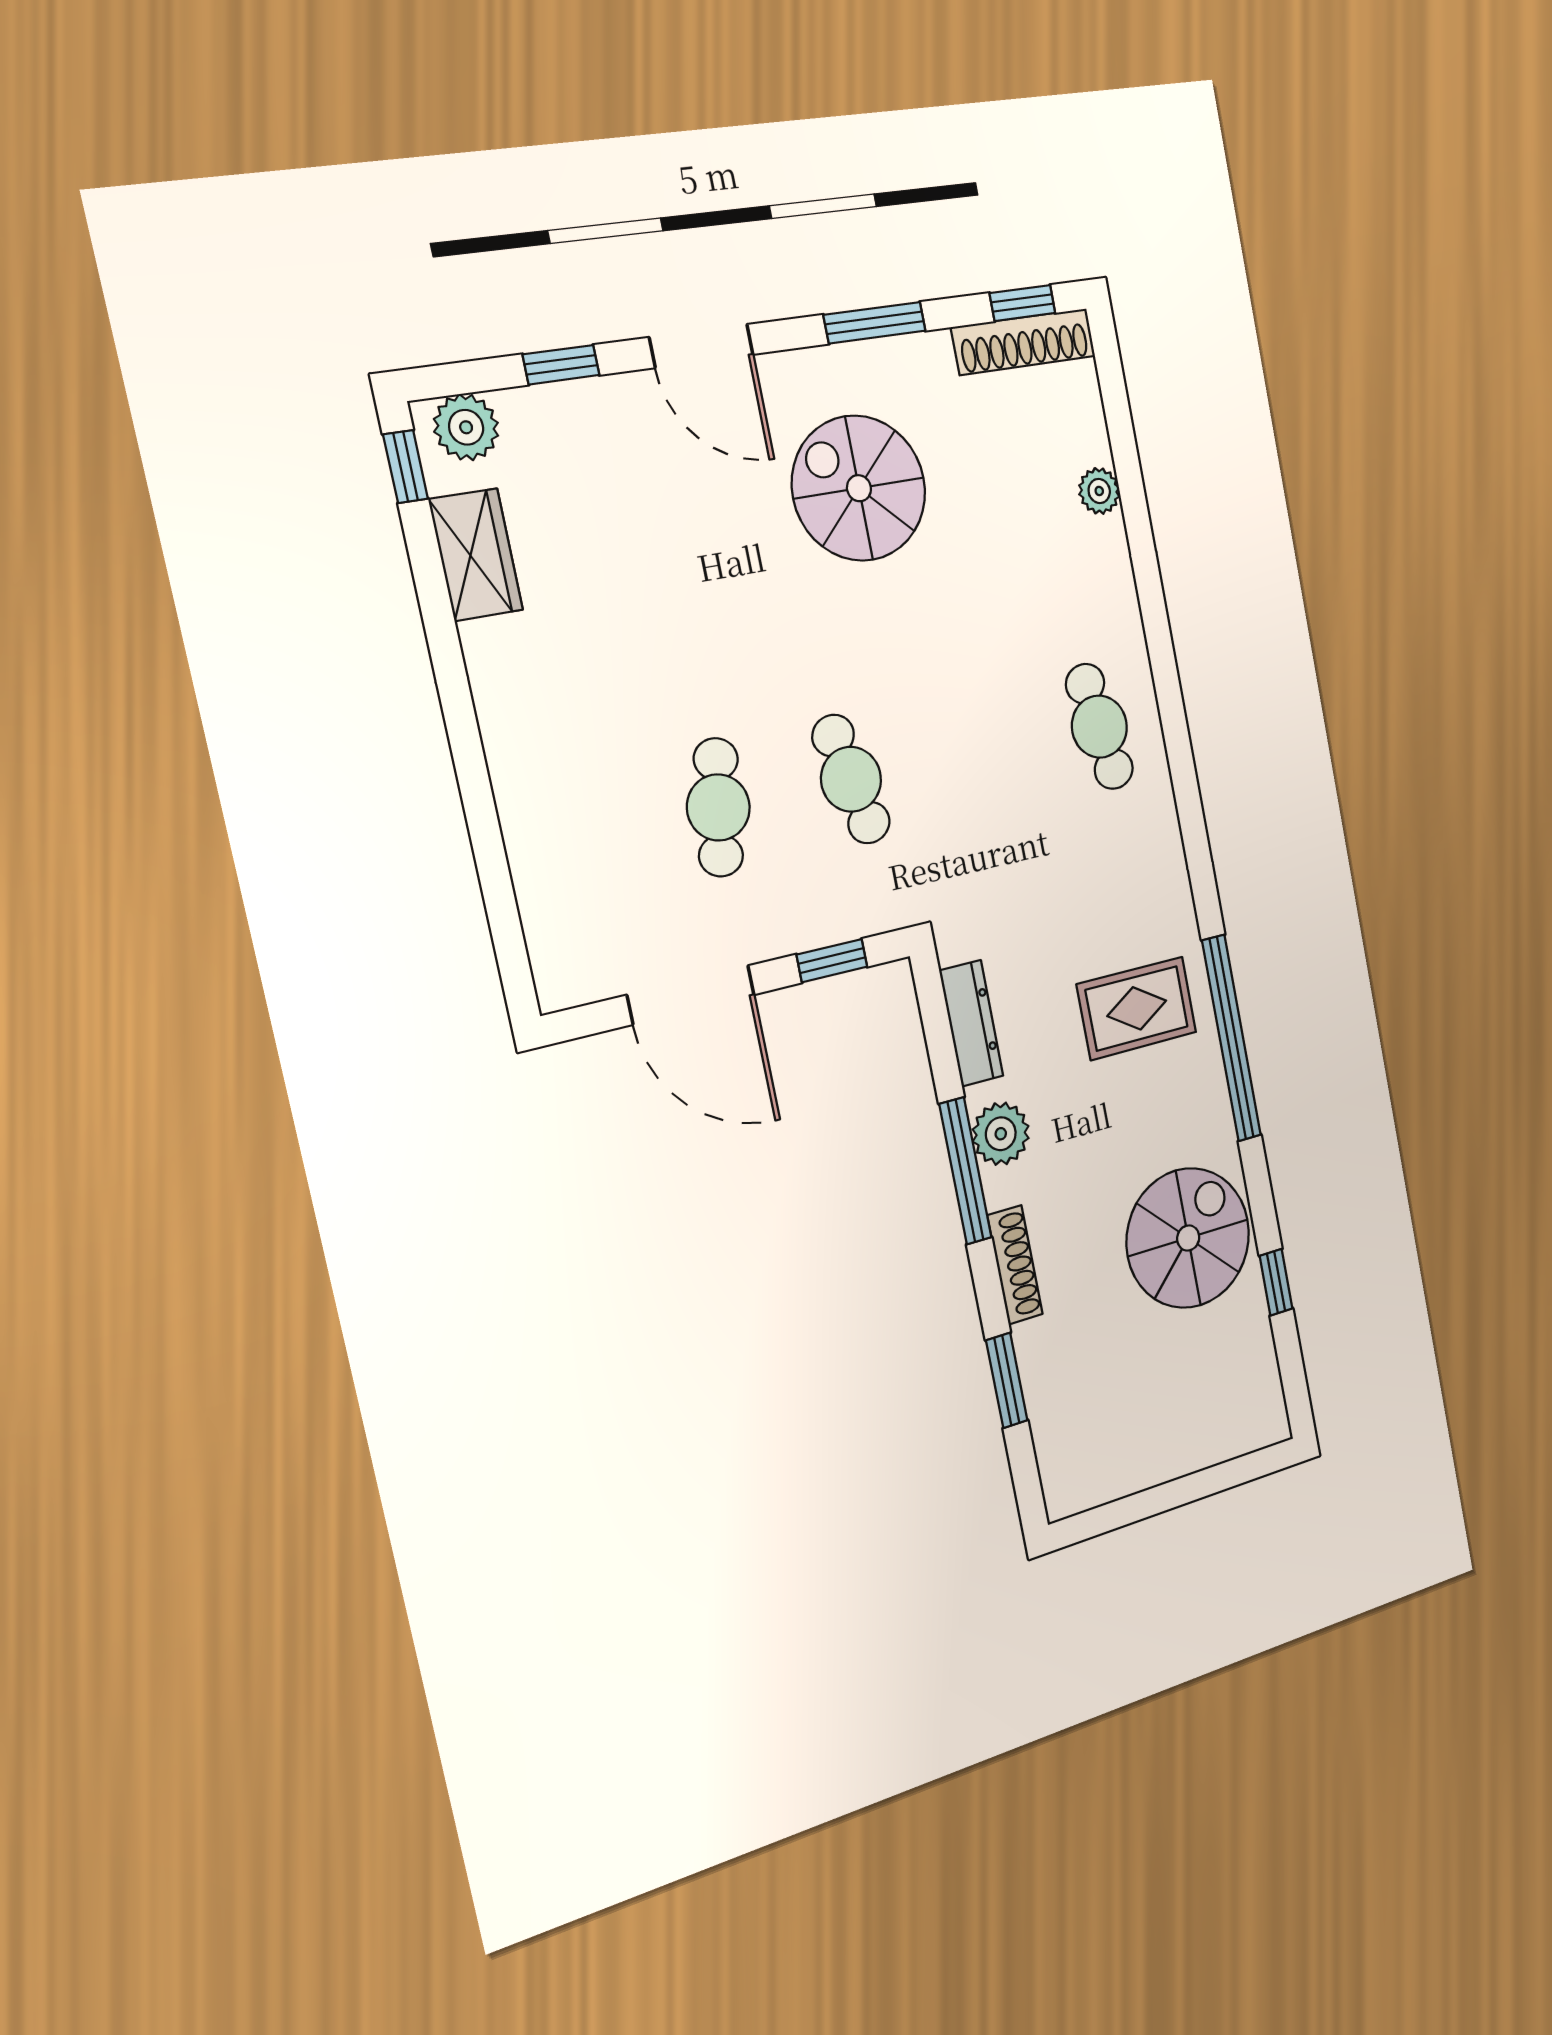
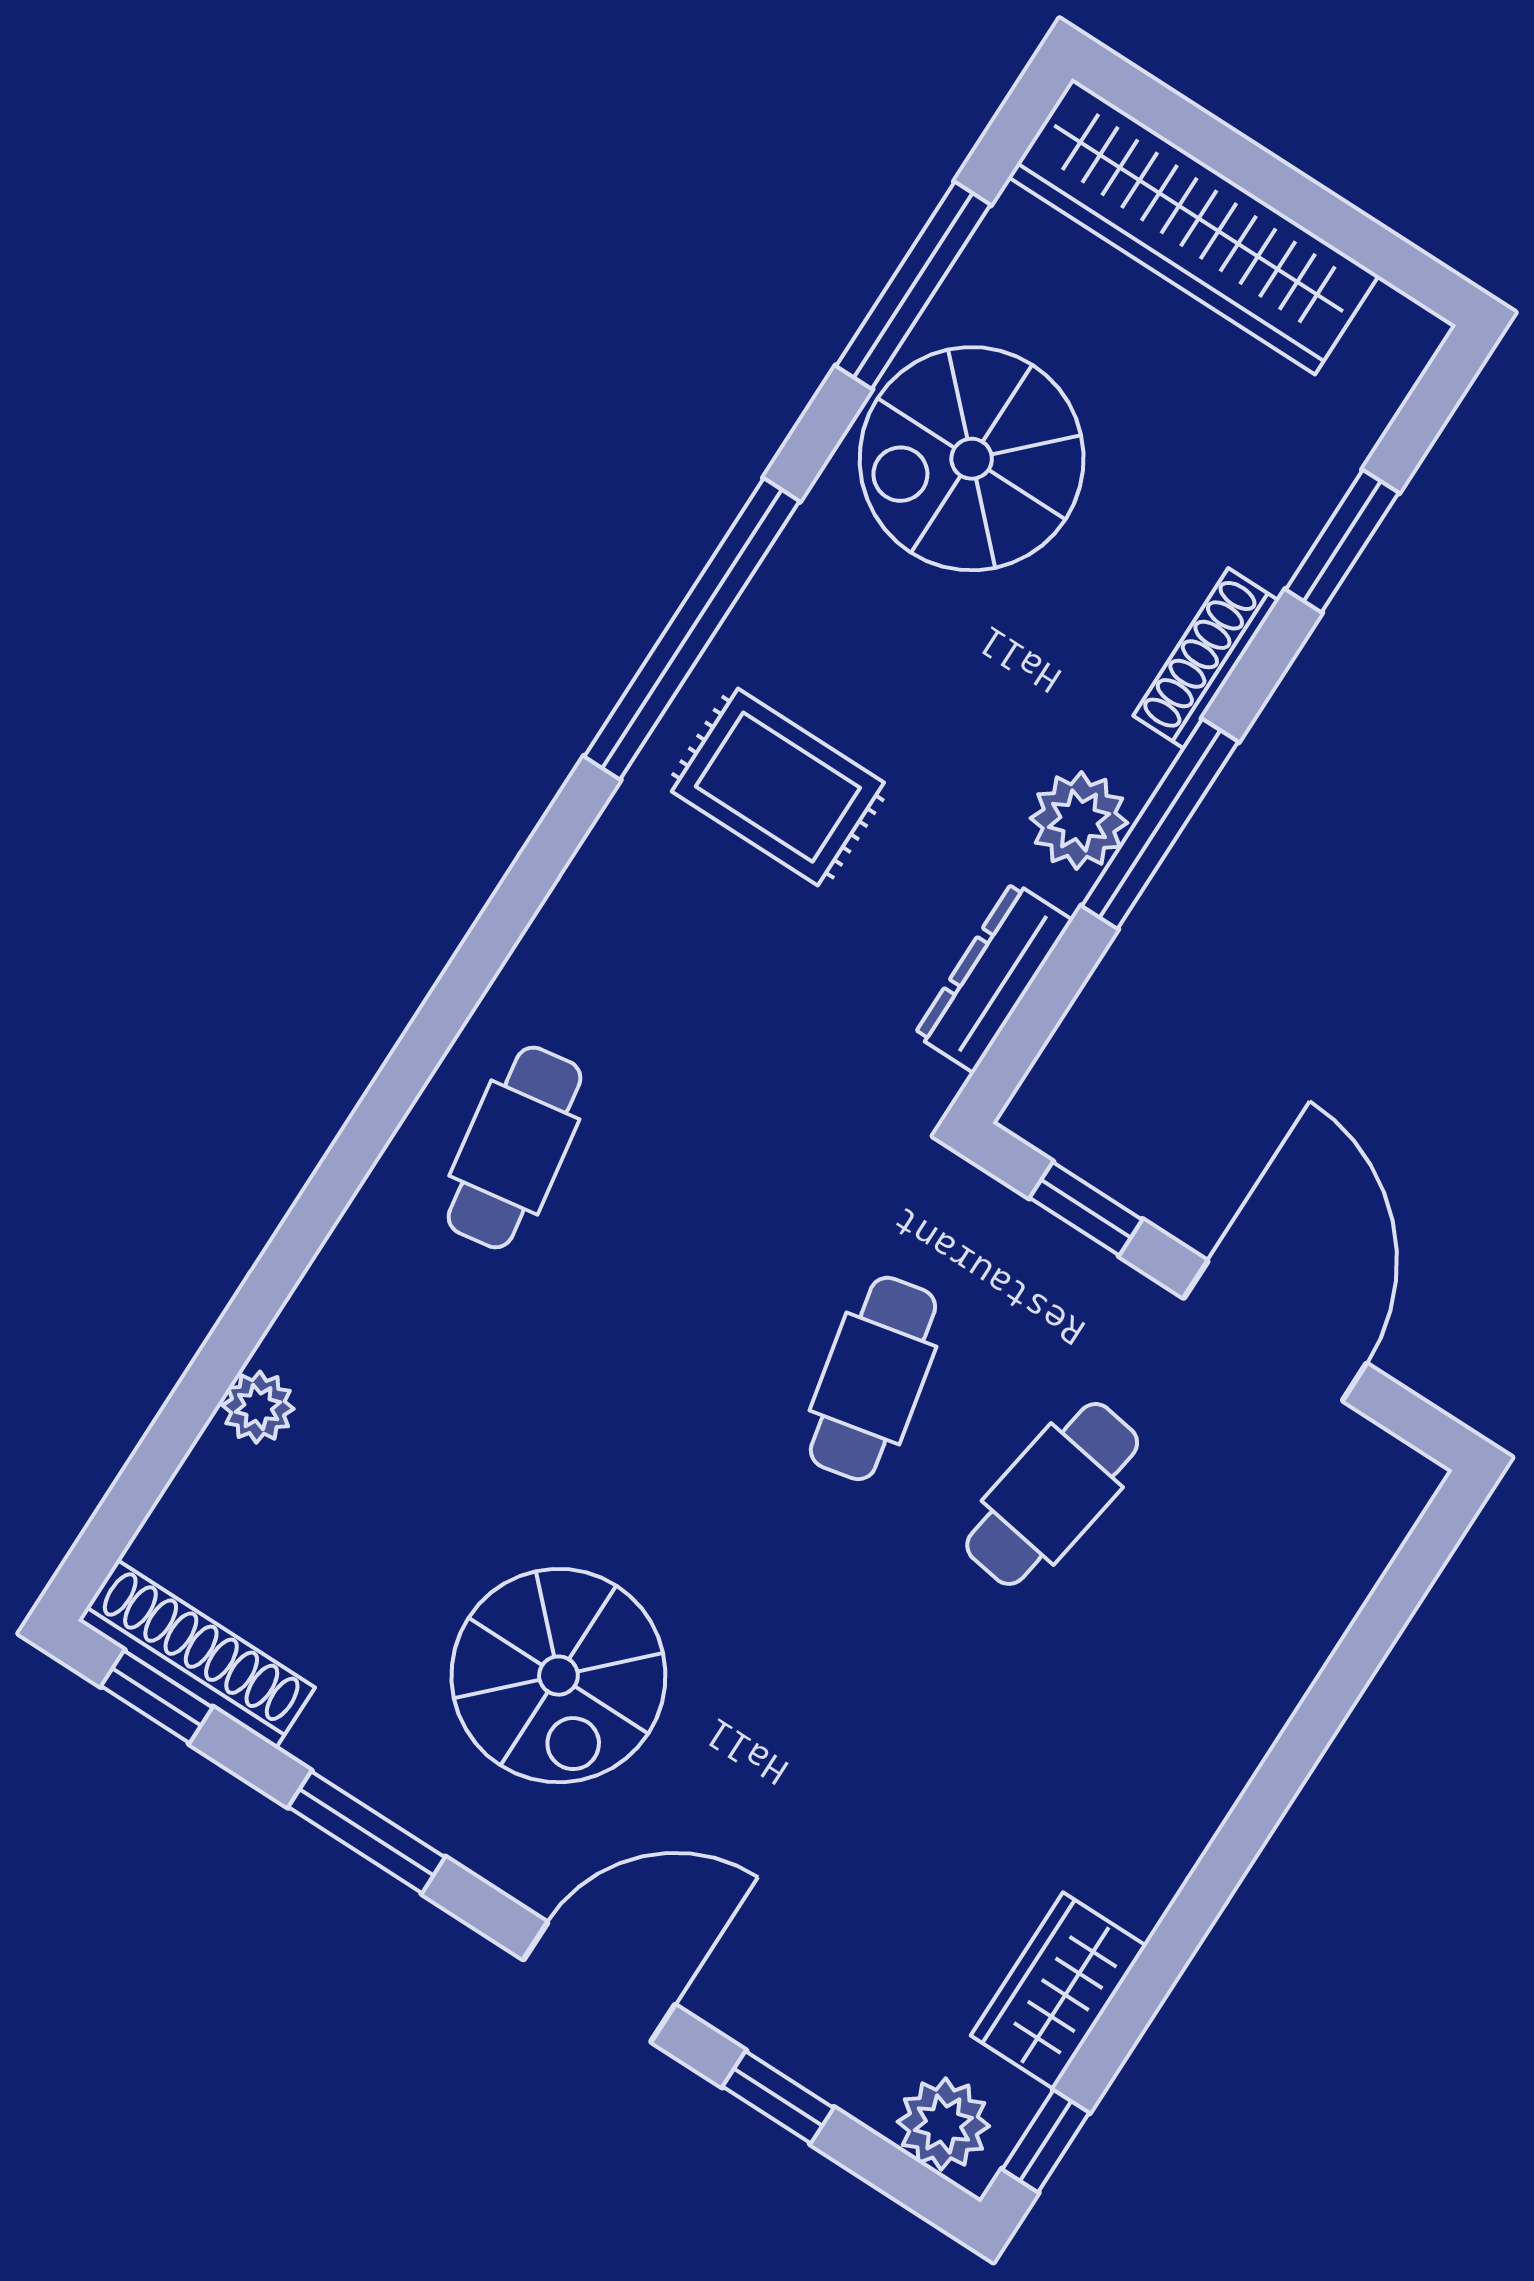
door: (701, 346) -> (599, 1982), hinge flipped
window: (1276, 1282) -> (913, 285), width x2.17
wardrobe: (1191, 1437) -> (1194, 226), added

